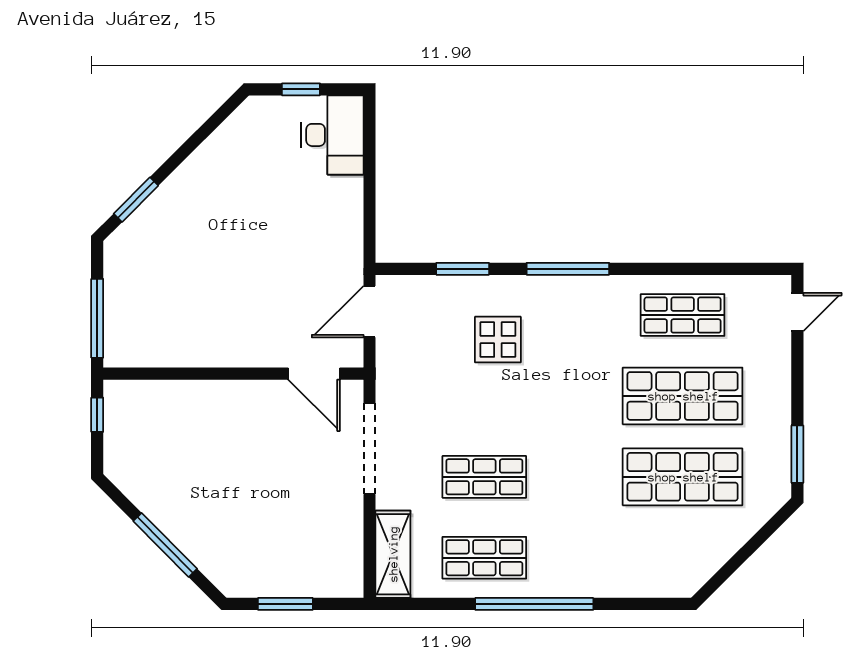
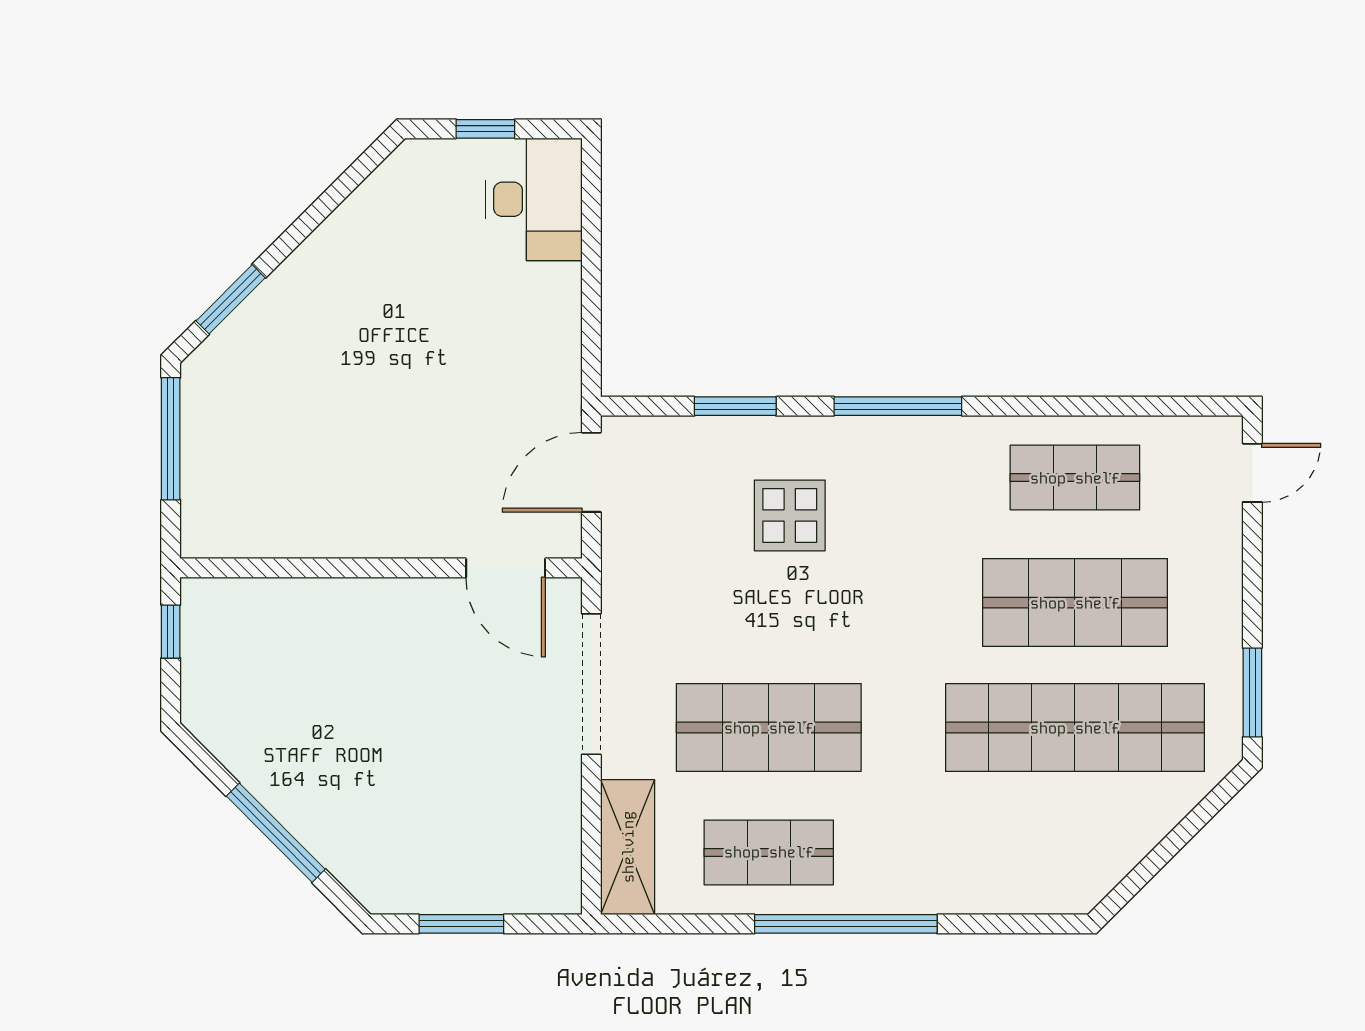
window: (97, 318) -> (171, 439), moved
shop shelf: (484, 477) -> (769, 728), width x1.43, depth x1.36
shop shelf: (683, 477) -> (1075, 728), width x1.40

